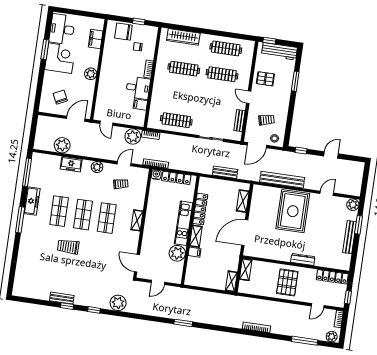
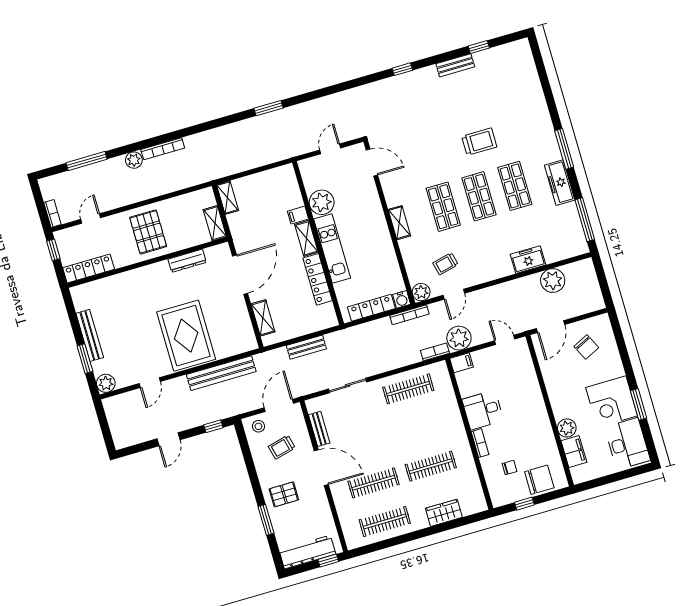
wardrobe: (183, 37) -> (444, 513), width x0.67
plant: (91, 74) -> (567, 428), moved
pallet: (265, 79) -> (284, 494), moved
door: (249, 97) -> (321, 468), width x1.87
filing cabinet: (140, 104) -> (462, 363), moved
plant: (97, 167) -> (421, 292), moved
dresser: (303, 259) -> (187, 261), moved
plant: (118, 303) -> (373, 95), removed
window: (67, 306) -> (479, 47), moved
plant: (332, 337) -> (134, 160), moved

